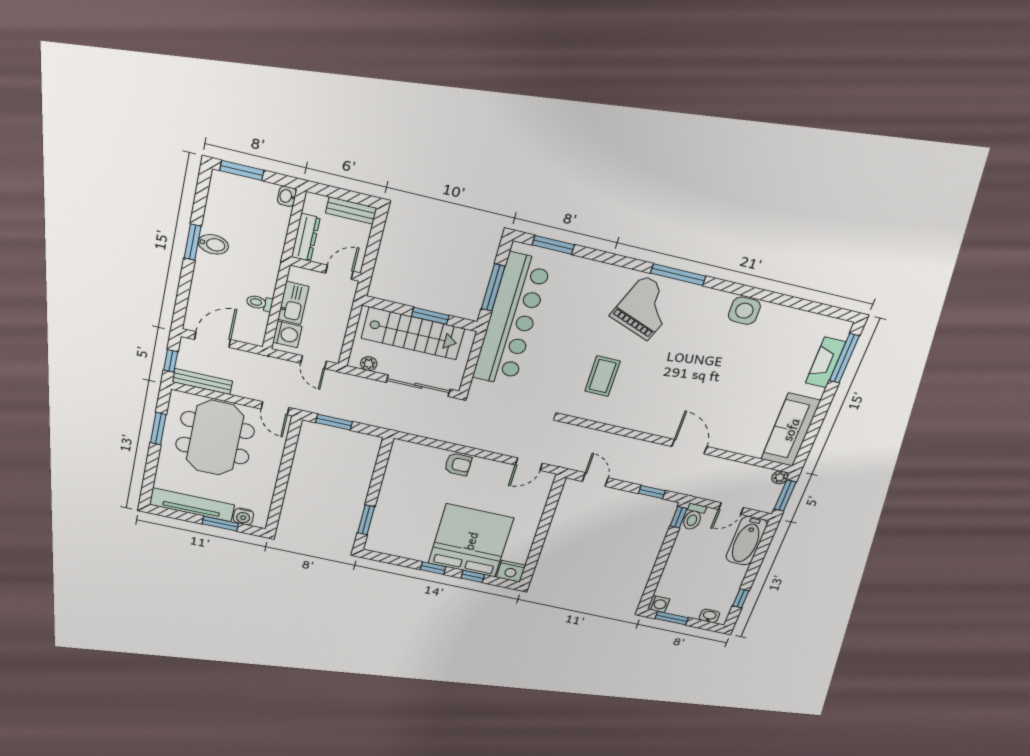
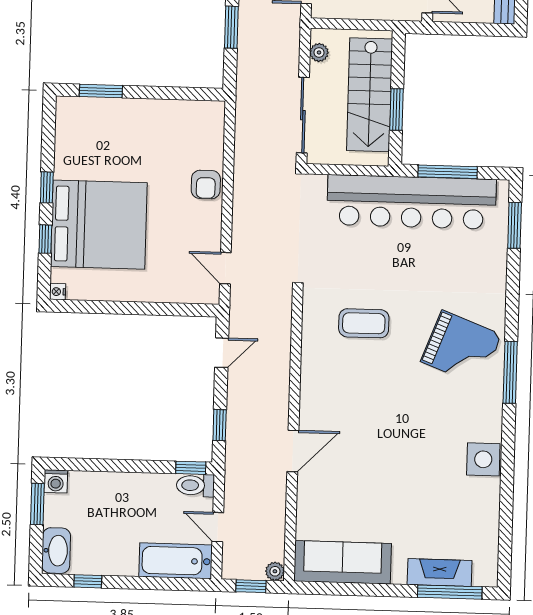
window: (785, 496) -> (251, 586), width x0.67
nightstand: (511, 571) -> (58, 292), width x0.53, depth x0.56
washbasin: (709, 616) -> (56, 551), width x1.91, depth x1.45

